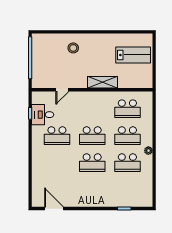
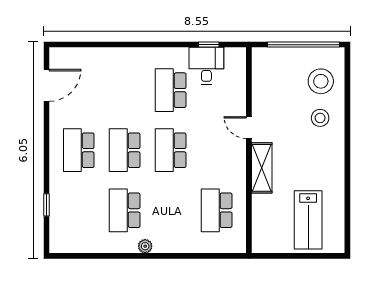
stool: (52, 48) -> (321, 81), added
door: (62, 90) -> (249, 128), moved
school desk: (127, 136) -> (79, 150), moved

